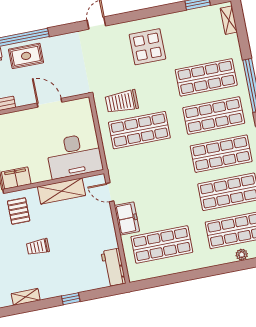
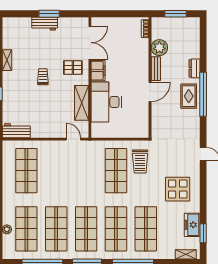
trolley: (122, 102) -> (140, 162), turned 180
door: (49, 103) -> (150, 92), moved
desk: (74, 156) -> (106, 102), moved
door: (110, 192) -> (73, 139), hinge flipped
freezer: (127, 218) -> (192, 225), moved, turned 90

